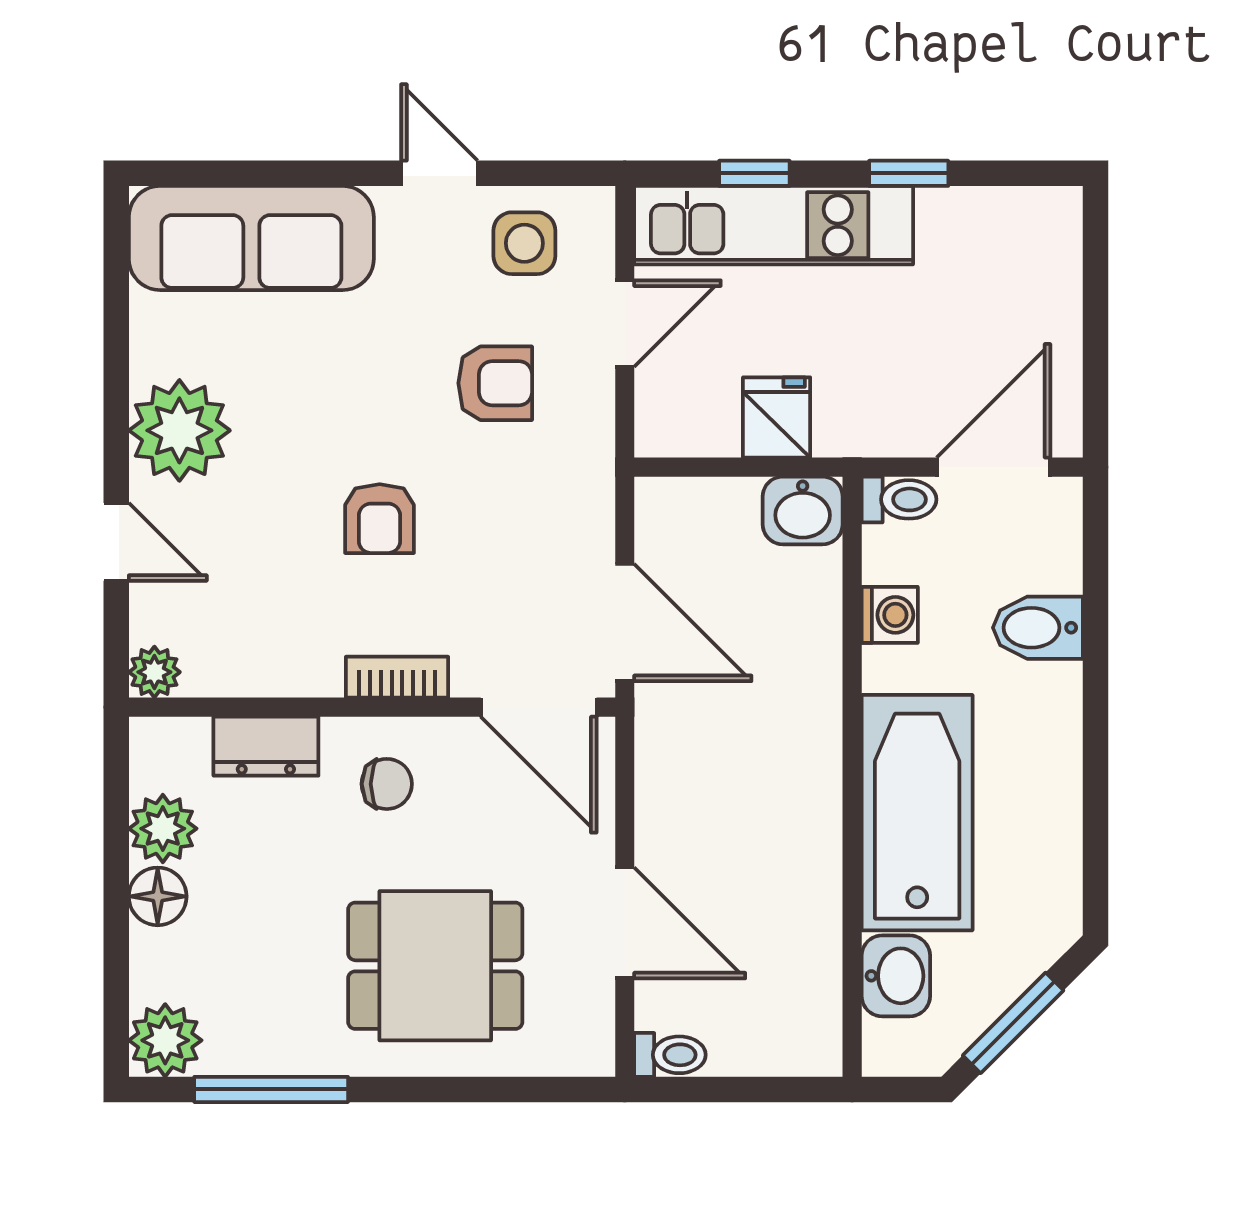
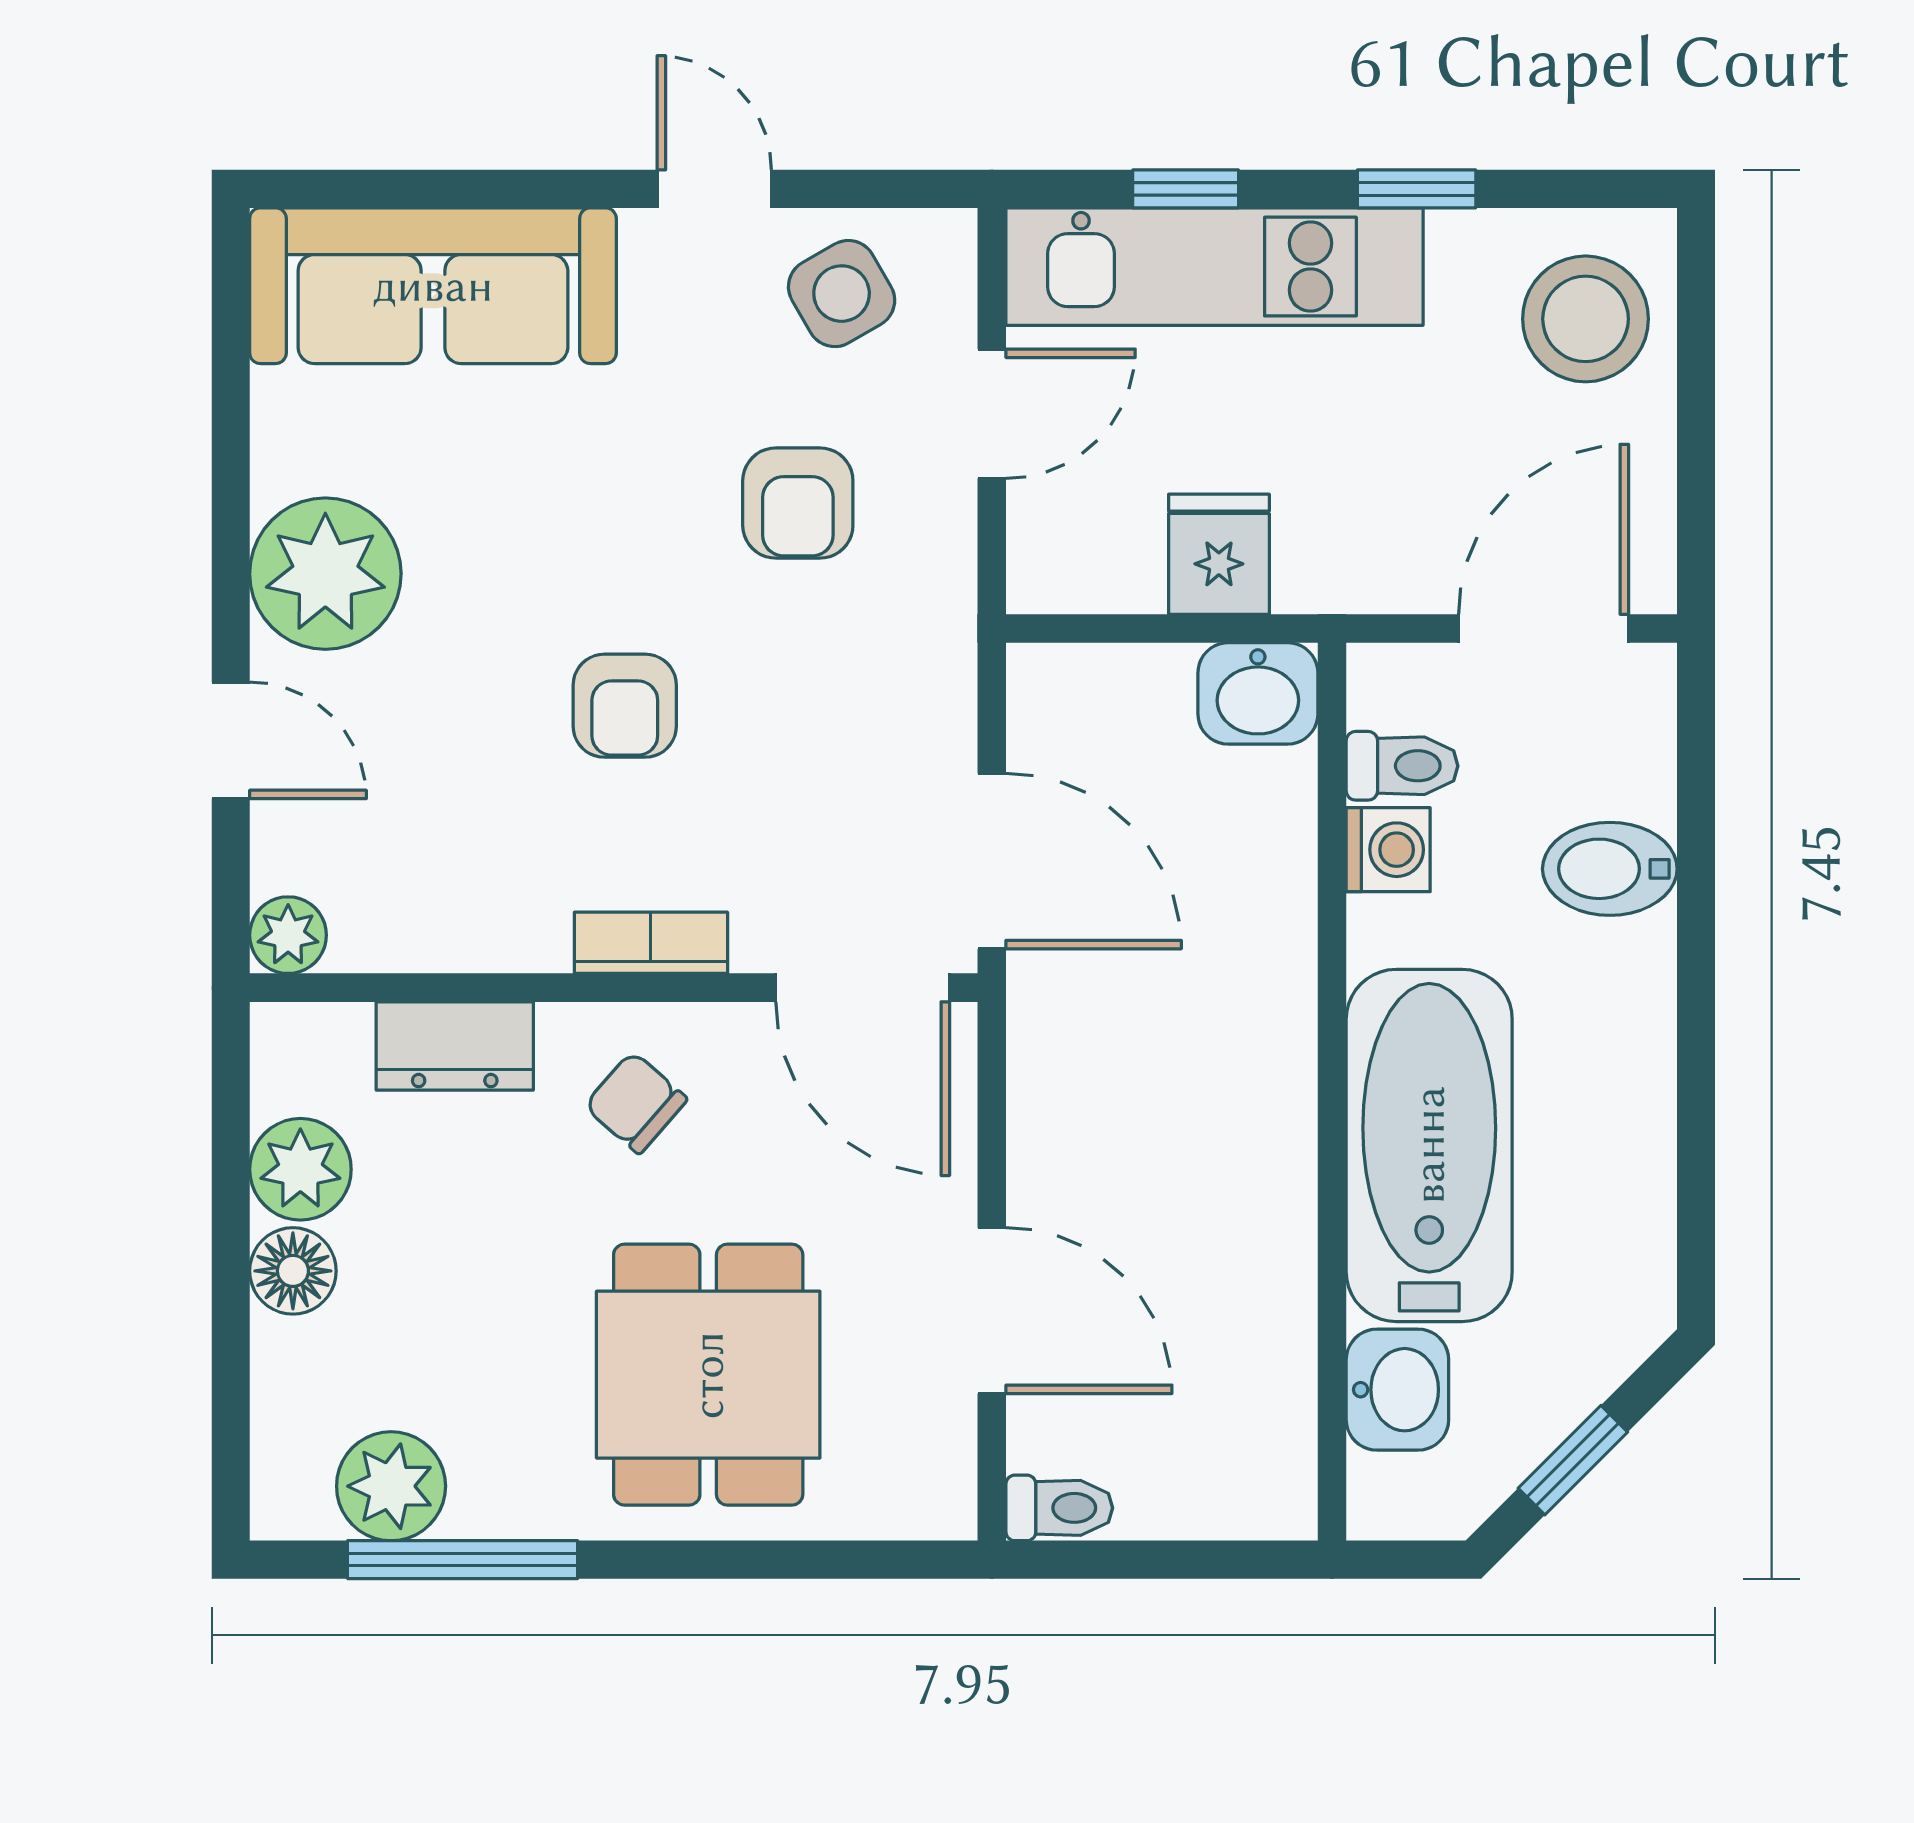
side table: (524, 243) -> (842, 294), turned -30
stool: (1022, 260) -> (1586, 319), added
armchair: (495, 383) -> (798, 503), turned 90
toilet: (899, 499) -> (1402, 766), moved
chair: (387, 784) -> (636, 1103), turned -139
dining table: (435, 966) -> (708, 1375), turned 90
window: (1013, 1023) -> (1573, 1460), width x0.67
plant: (165, 1040) -> (391, 1486), moved

